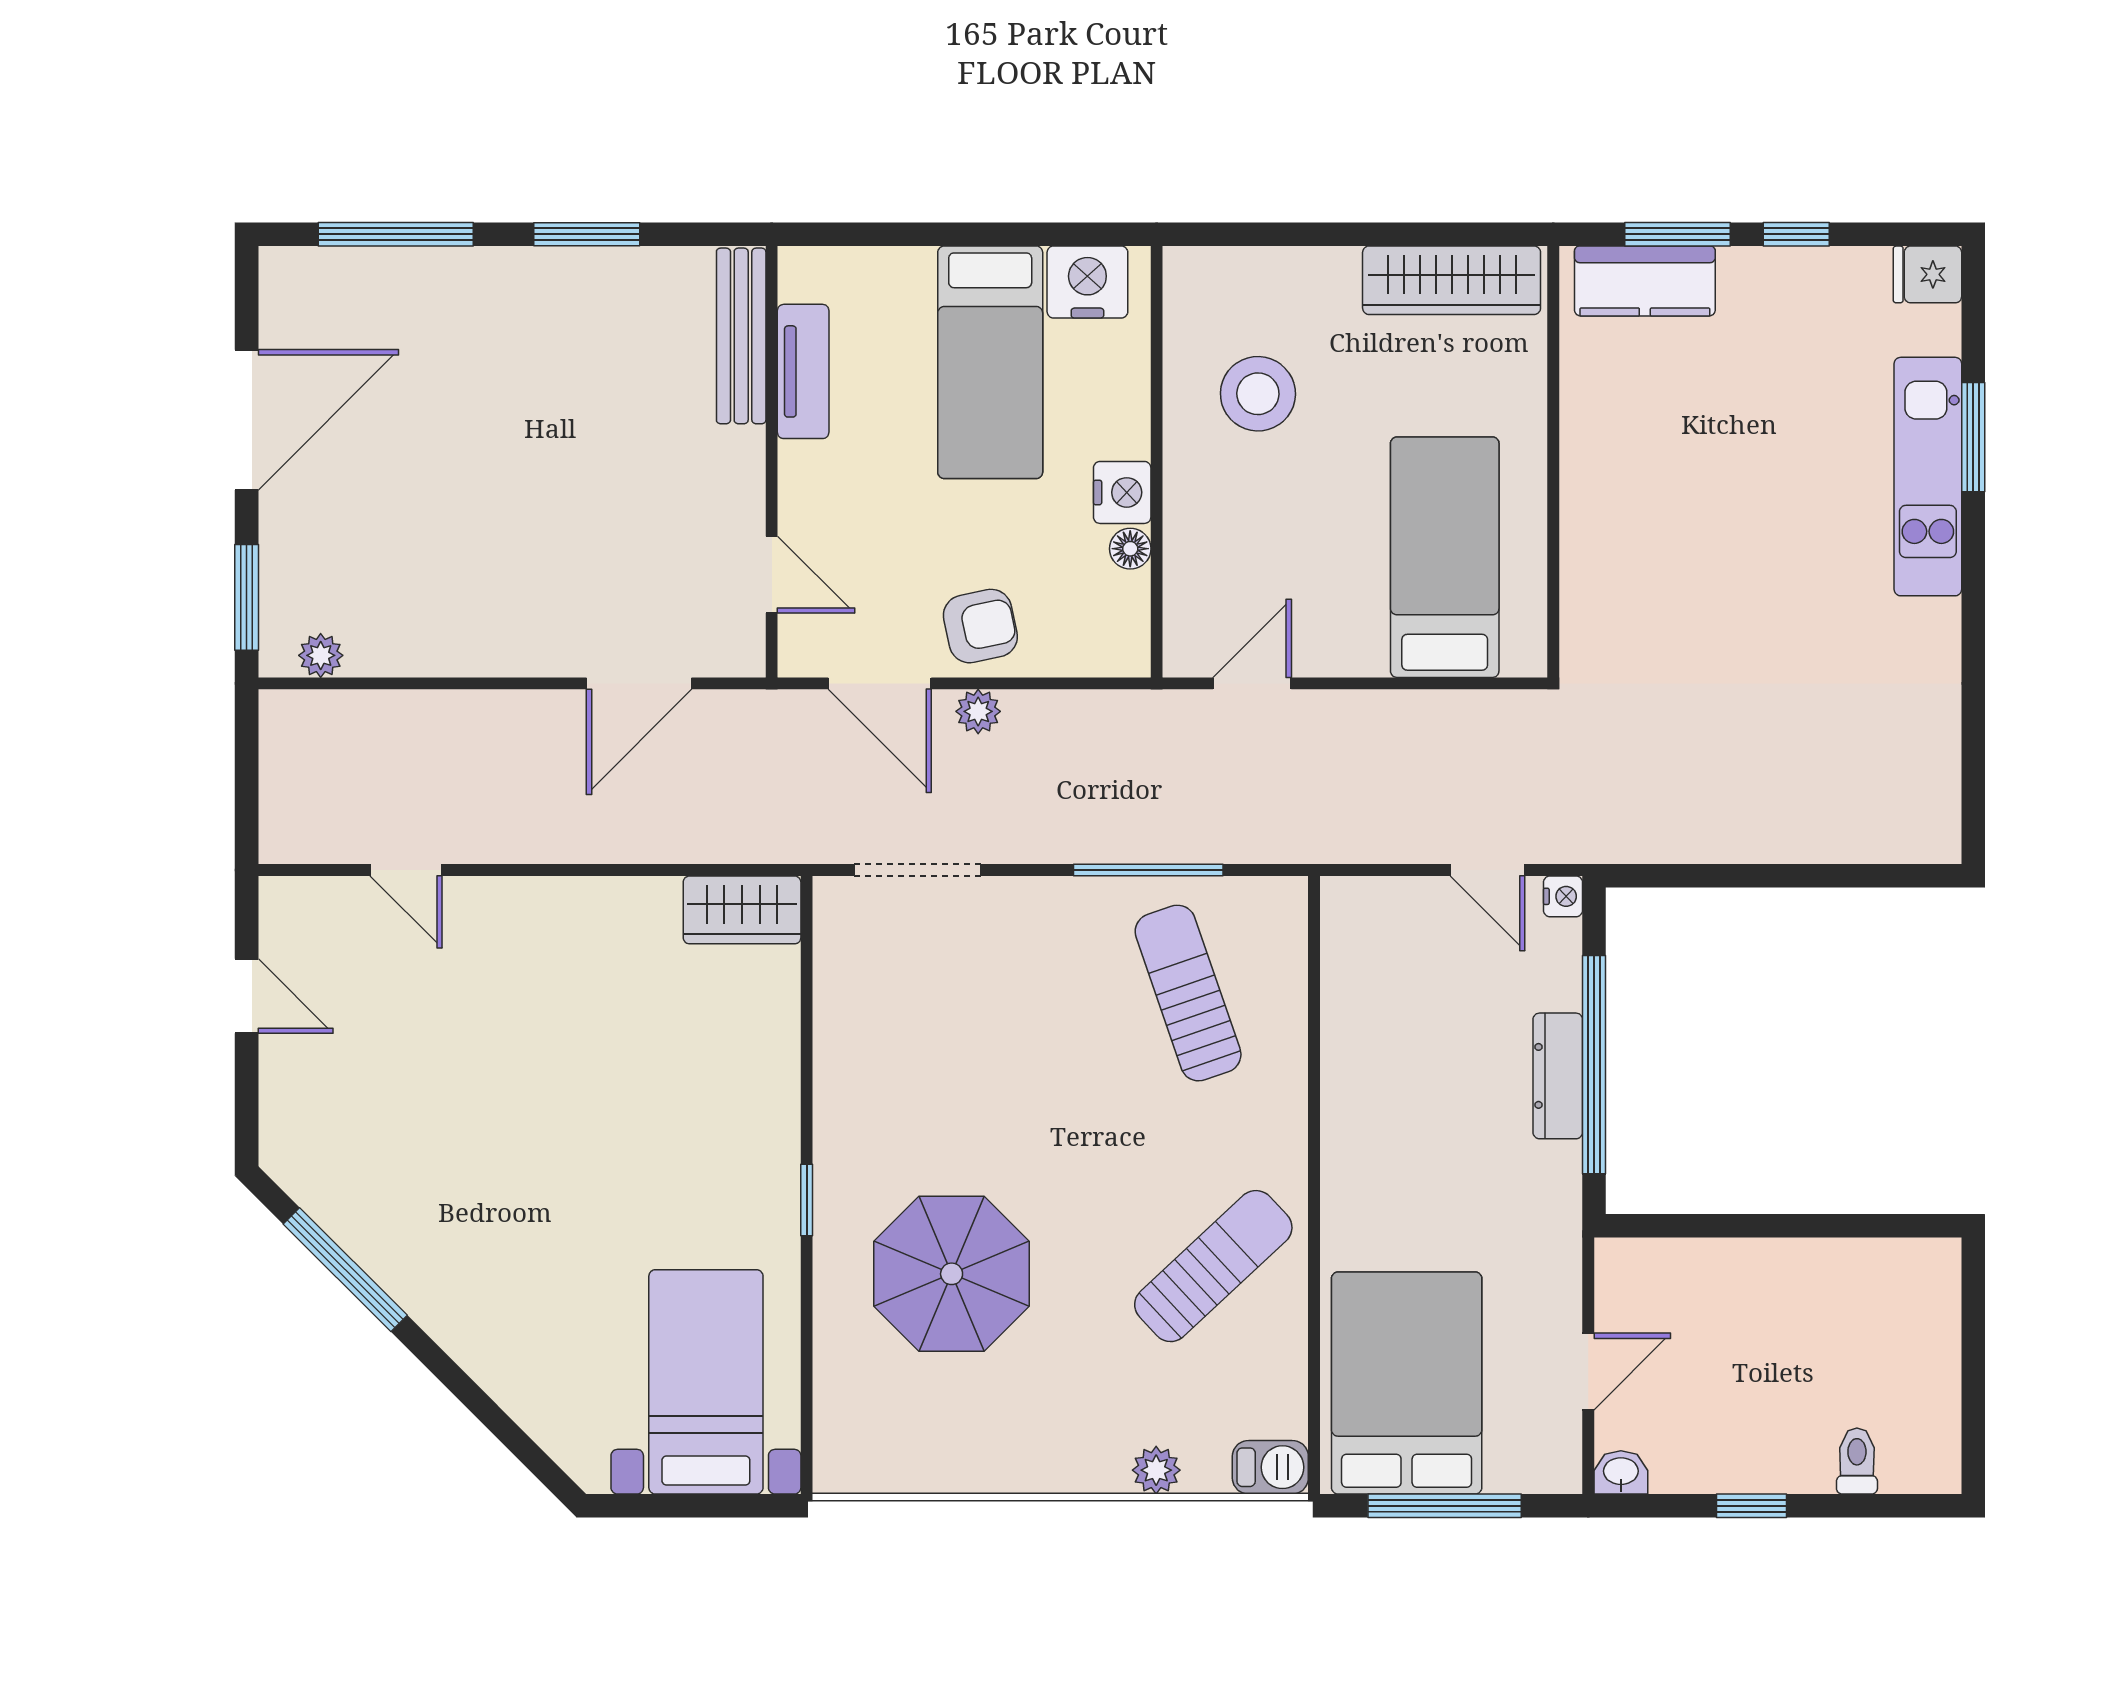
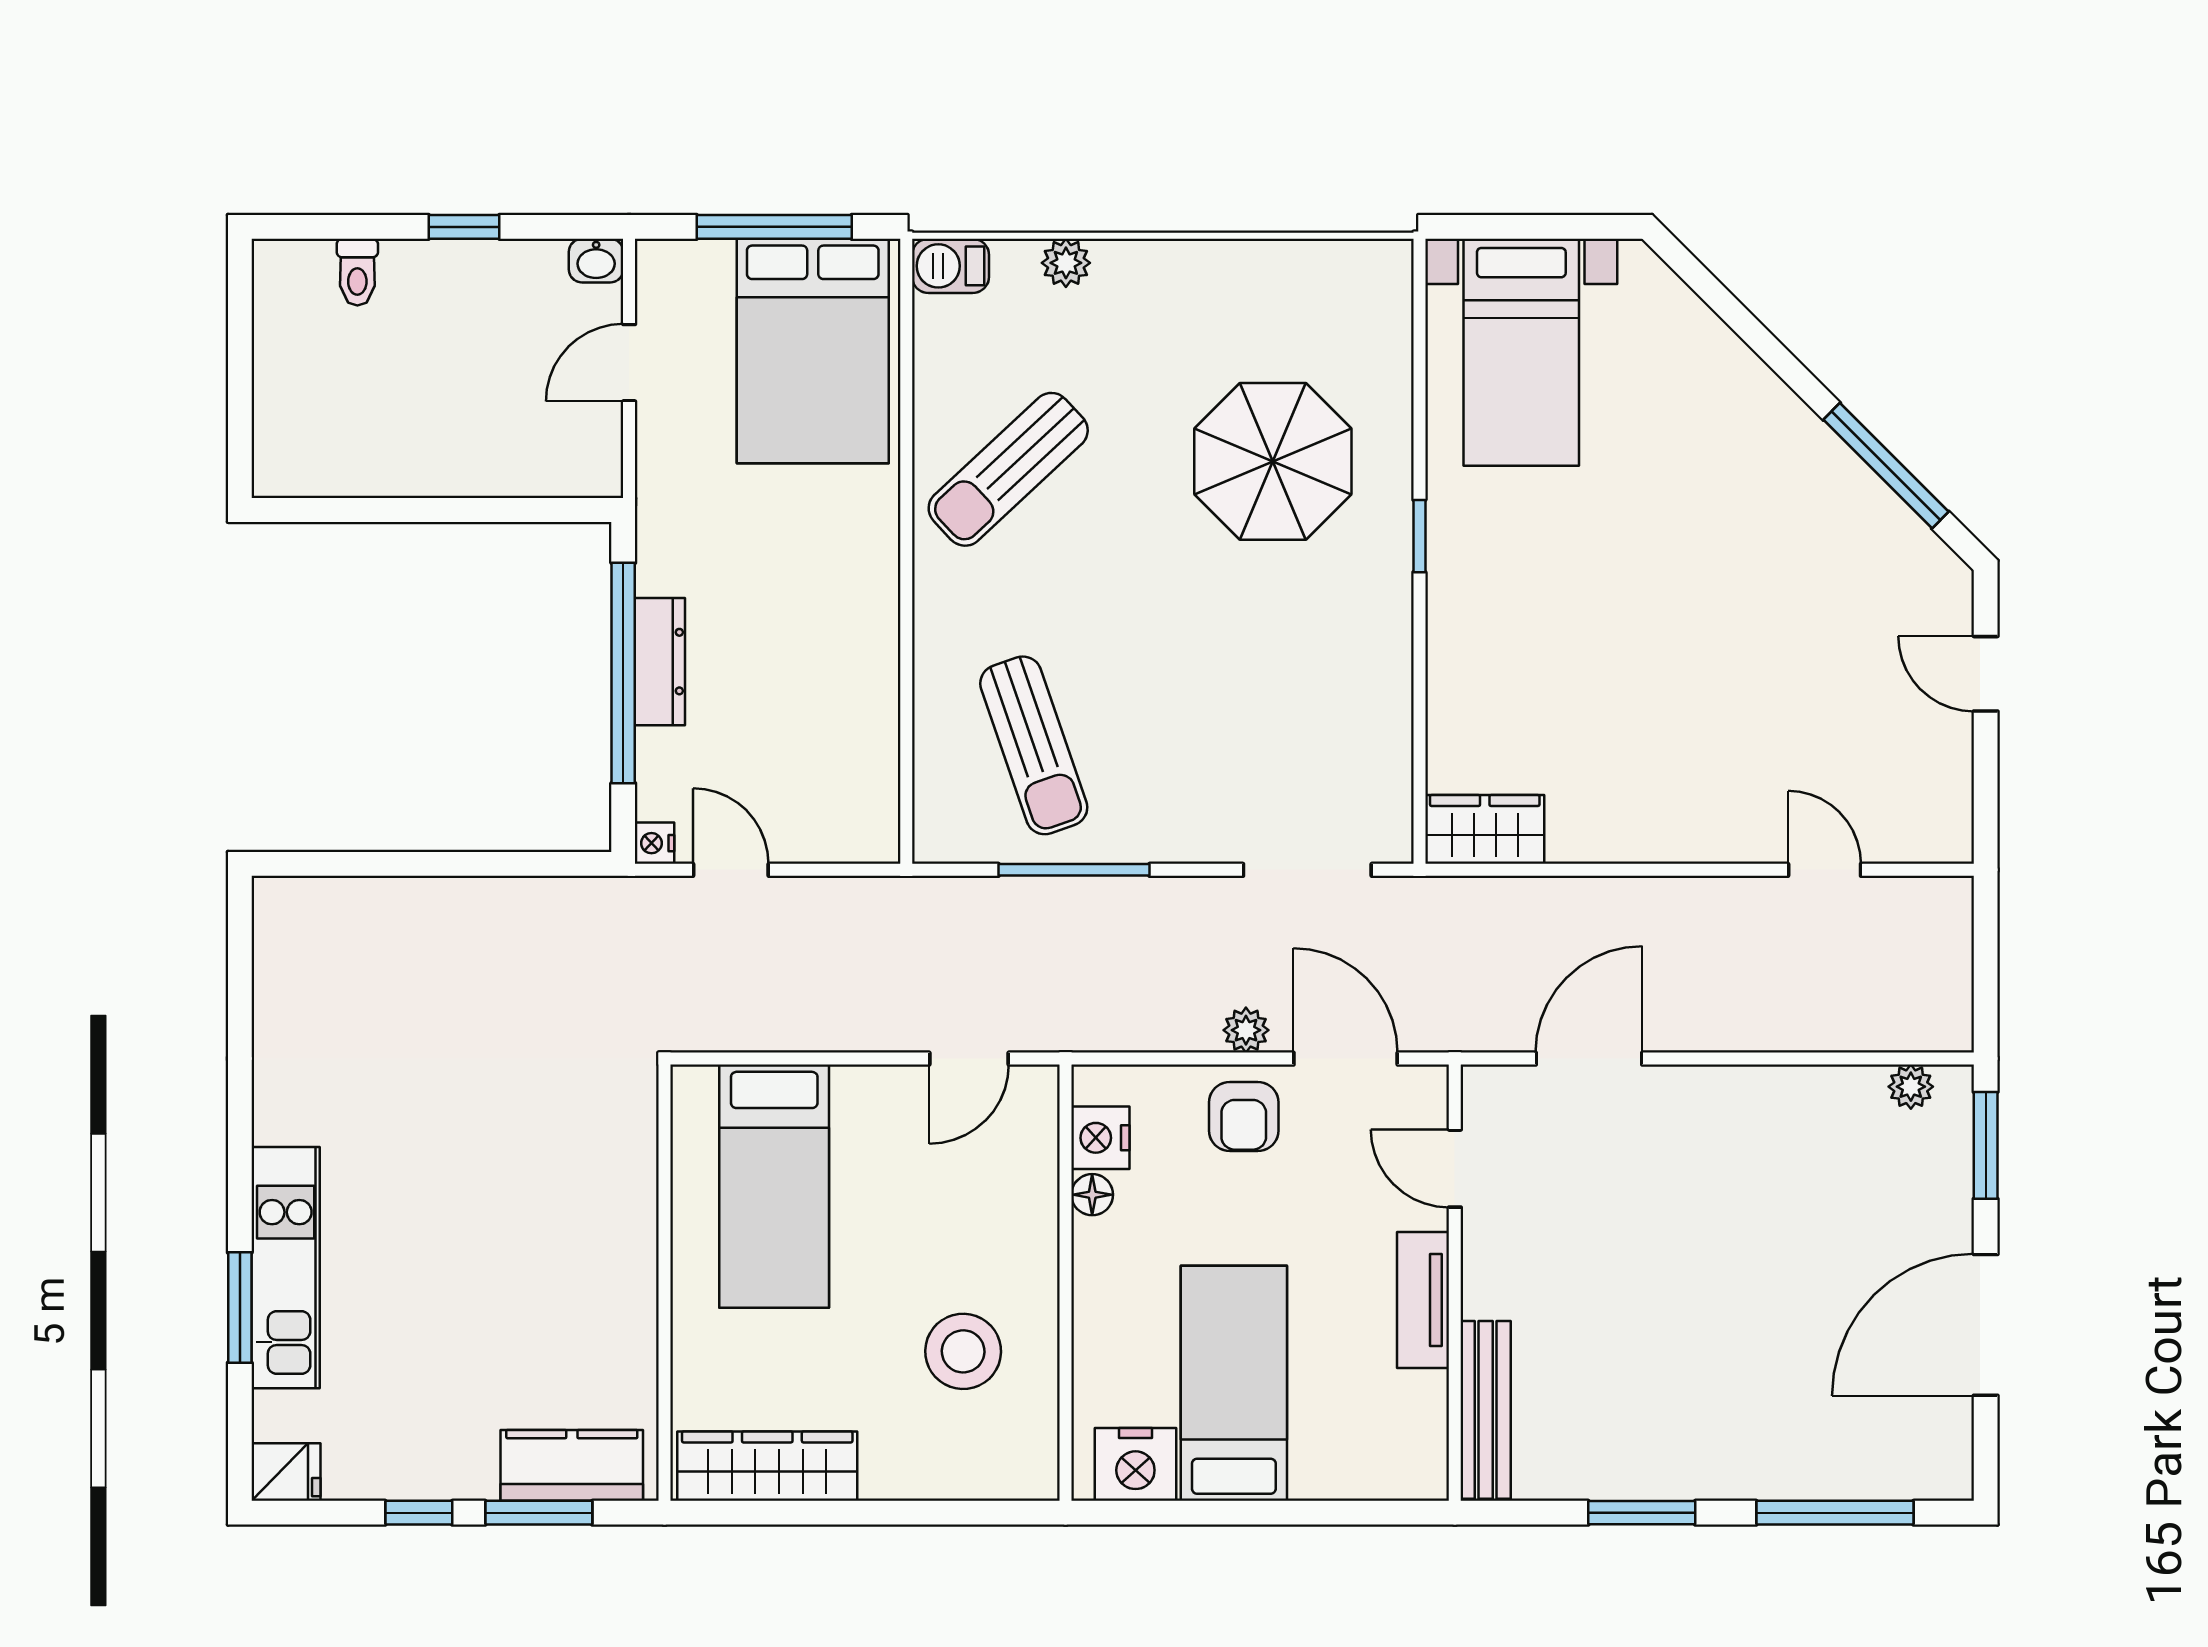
tv unit: (803, 371) -> (1423, 1300), moved
nightstand: (1122, 492) -> (1100, 1138), moved
armchair: (980, 626) -> (1244, 1116), turned -78
door: (247, 996) -> (1986, 674), moved

